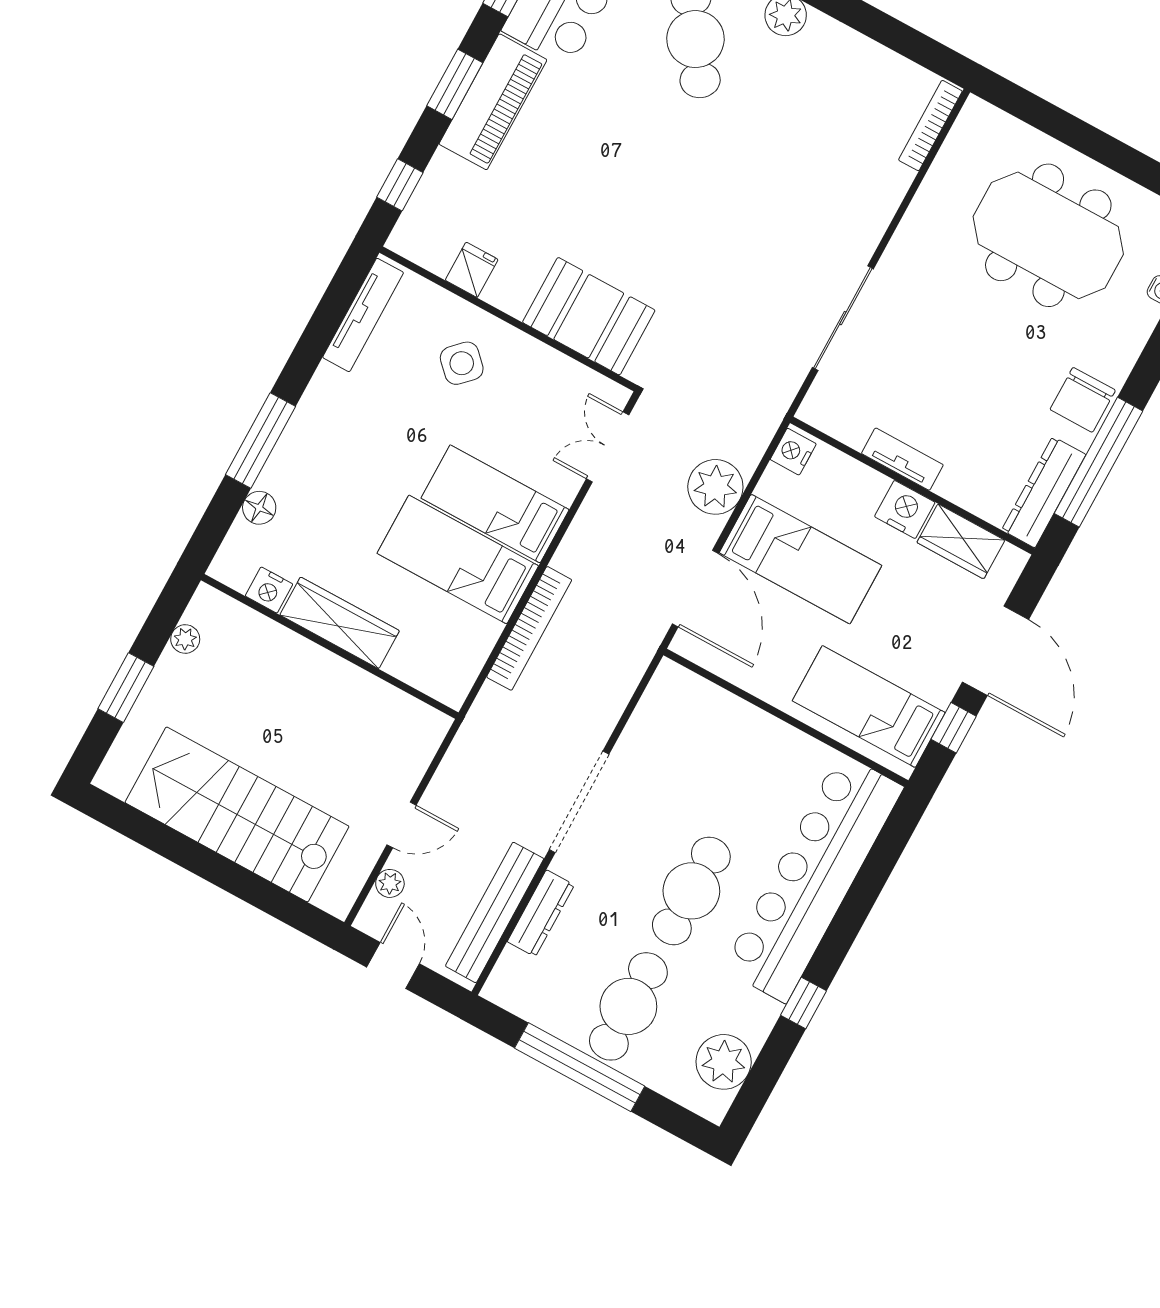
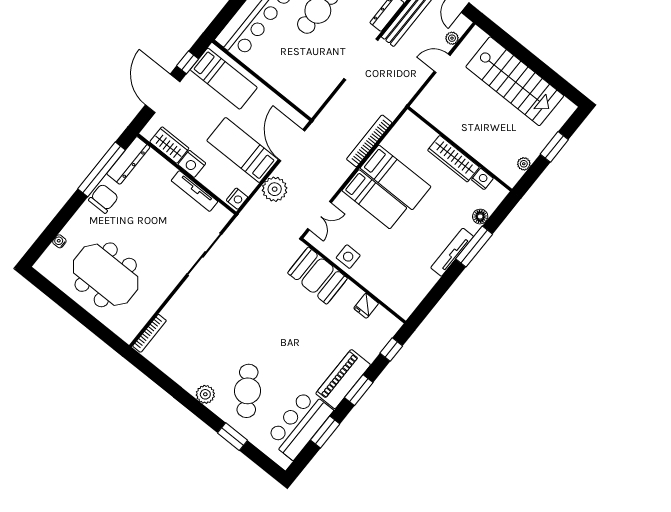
tv unit: (363, 315) -> (452, 252), moved
side table: (462, 363) -> (348, 257), moved, turned 45
tv unit: (902, 459) -> (194, 191), width x1.41

